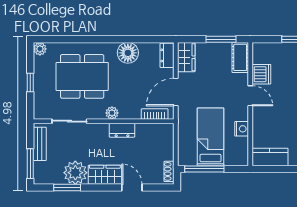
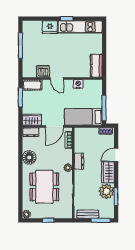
door: (176, 92) -> (54, 126), hinge flipped
door: (250, 96) -> (57, 78), swing flipped
bed: (211, 137) -> (83, 117), moved

